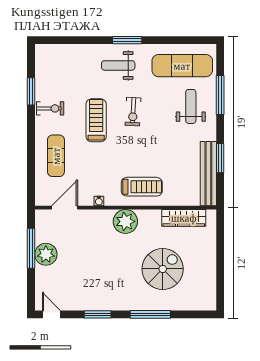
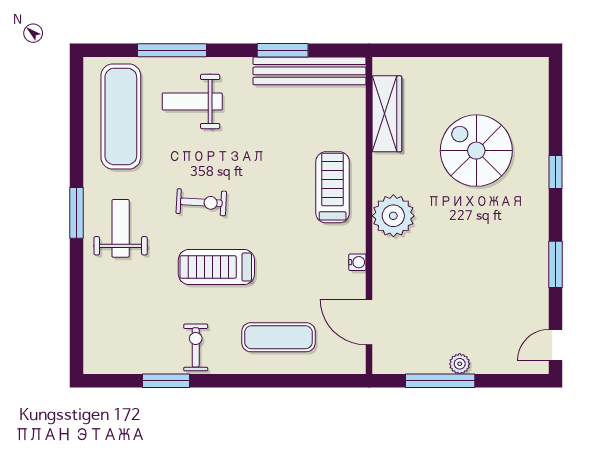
weight bench: (118, 65) -> (121, 228), turned 180
plant: (46, 254) -> (460, 364), width x0.53, depth x0.53
window: (150, 314) -> (556, 172), width x0.46

